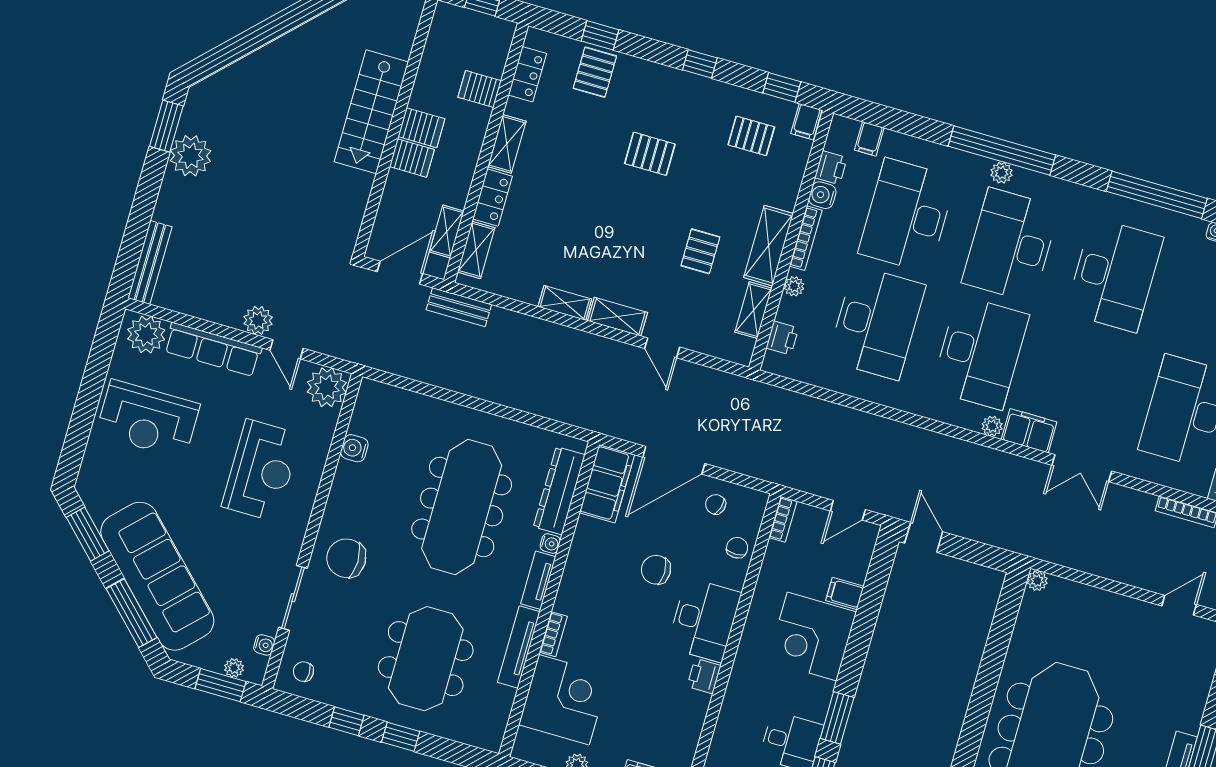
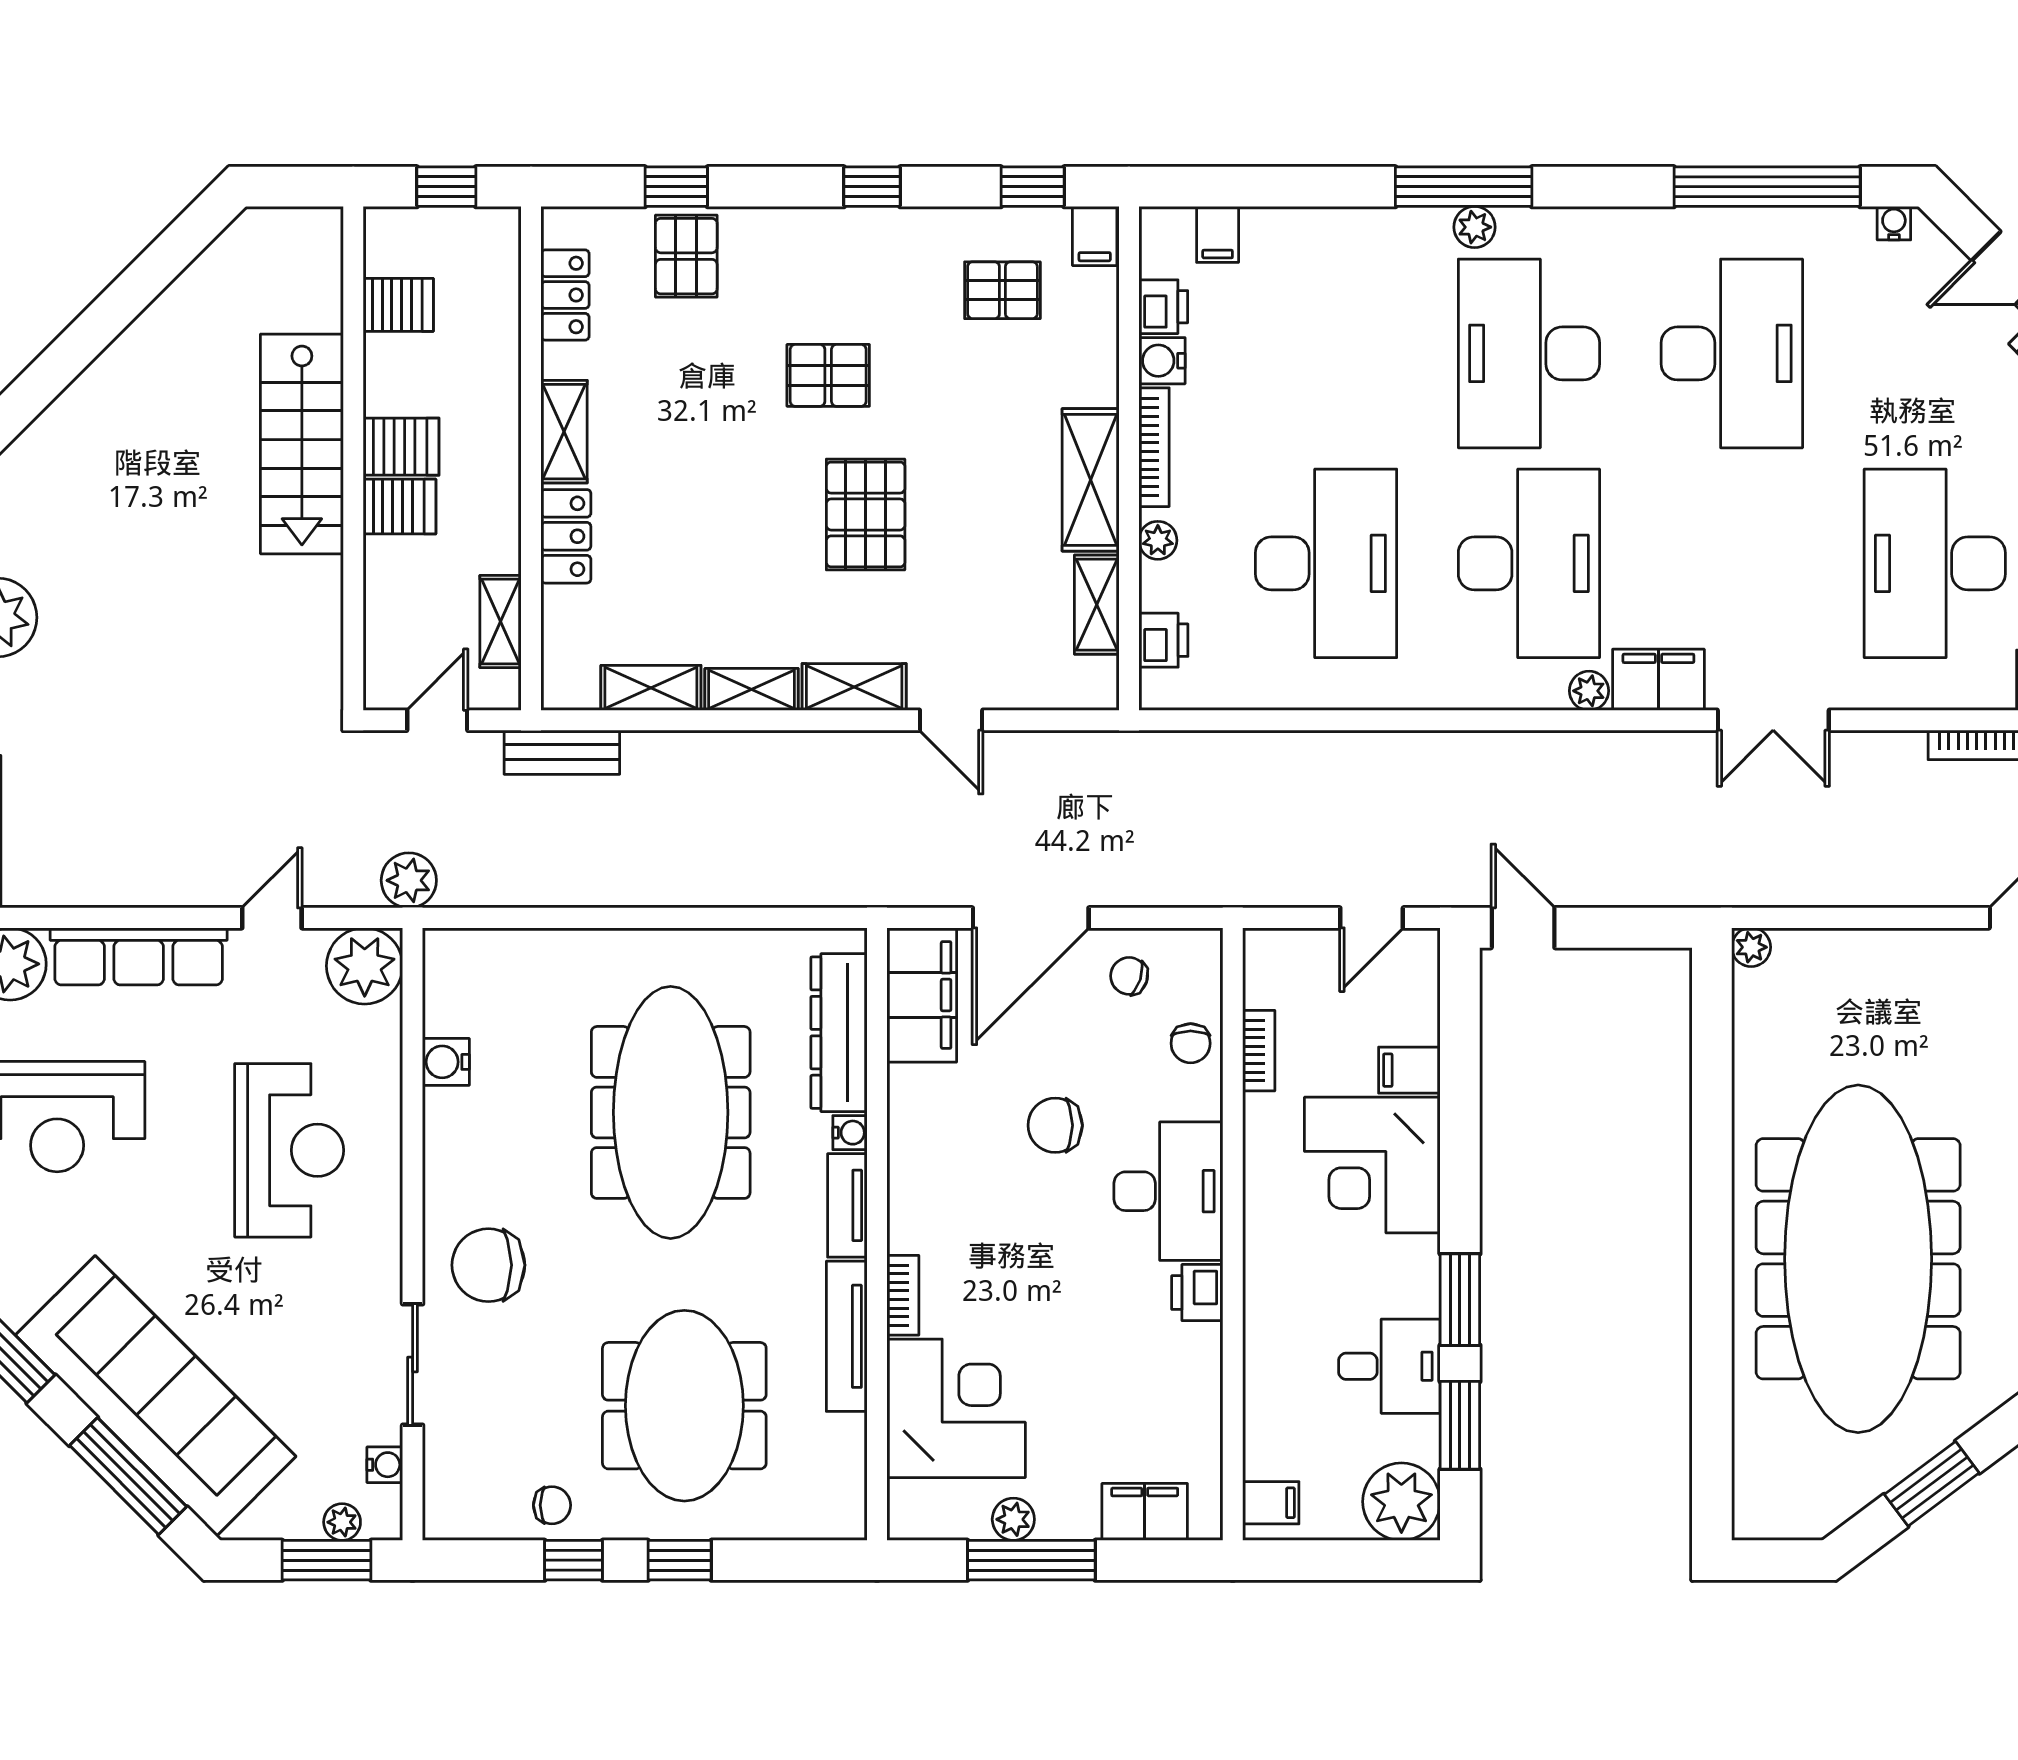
server rack: (480, 89) -> (398, 305), moved, turned 180
window: (1002, 151) -> (1464, 187), width x0.68
desk: (907, 215) -> (1326, 353), removed
shelving: (476, 250) -> (651, 688), moved, turned 90
pallet: (700, 251) -> (866, 514), moved, width x1.50, depth x1.42
door: (400, 273) -> (437, 720), width x0.73
plant: (258, 320) -> (409, 880), moved
door: (287, 349) -> (272, 918), swing flipped
bookcase: (783, 519) -> (1259, 1051), moved
chair: (737, 548) -> (1191, 1043), turned 180
chair: (303, 672) -> (552, 1505), moved, turned 180

